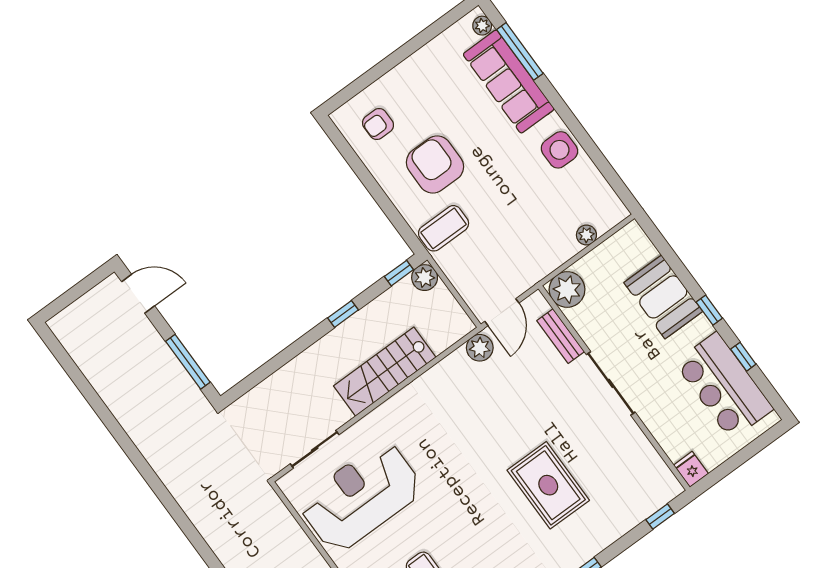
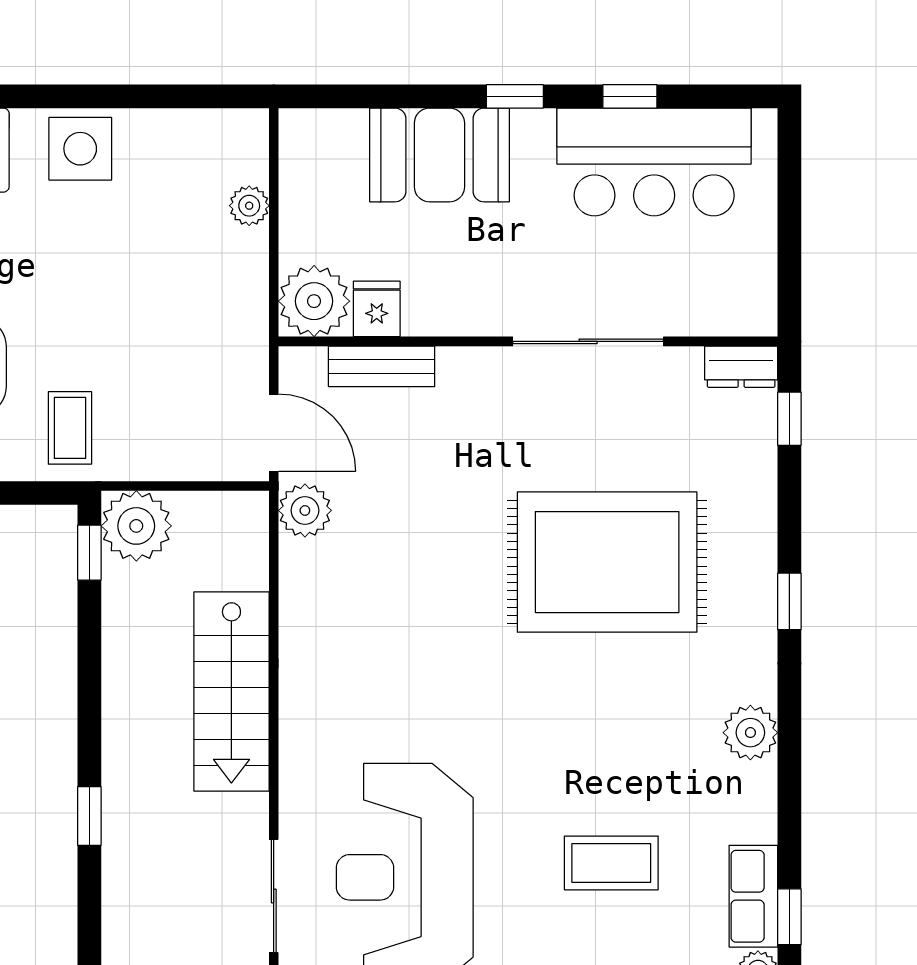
coffee table: (444, 228) -> (70, 428), width x0.73, depth x0.77
plant: (425, 278) -> (136, 526), width x1.36, depth x1.36
window: (343, 314) -> (89, 816), moved
sliding door: (611, 383) -> (588, 341), moved
fridge: (691, 469) -> (377, 309), moved, turned 90
dresser: (667, 482) -> (741, 367), added
rug: (548, 485) -> (607, 562), width x1.37, depth x1.44

